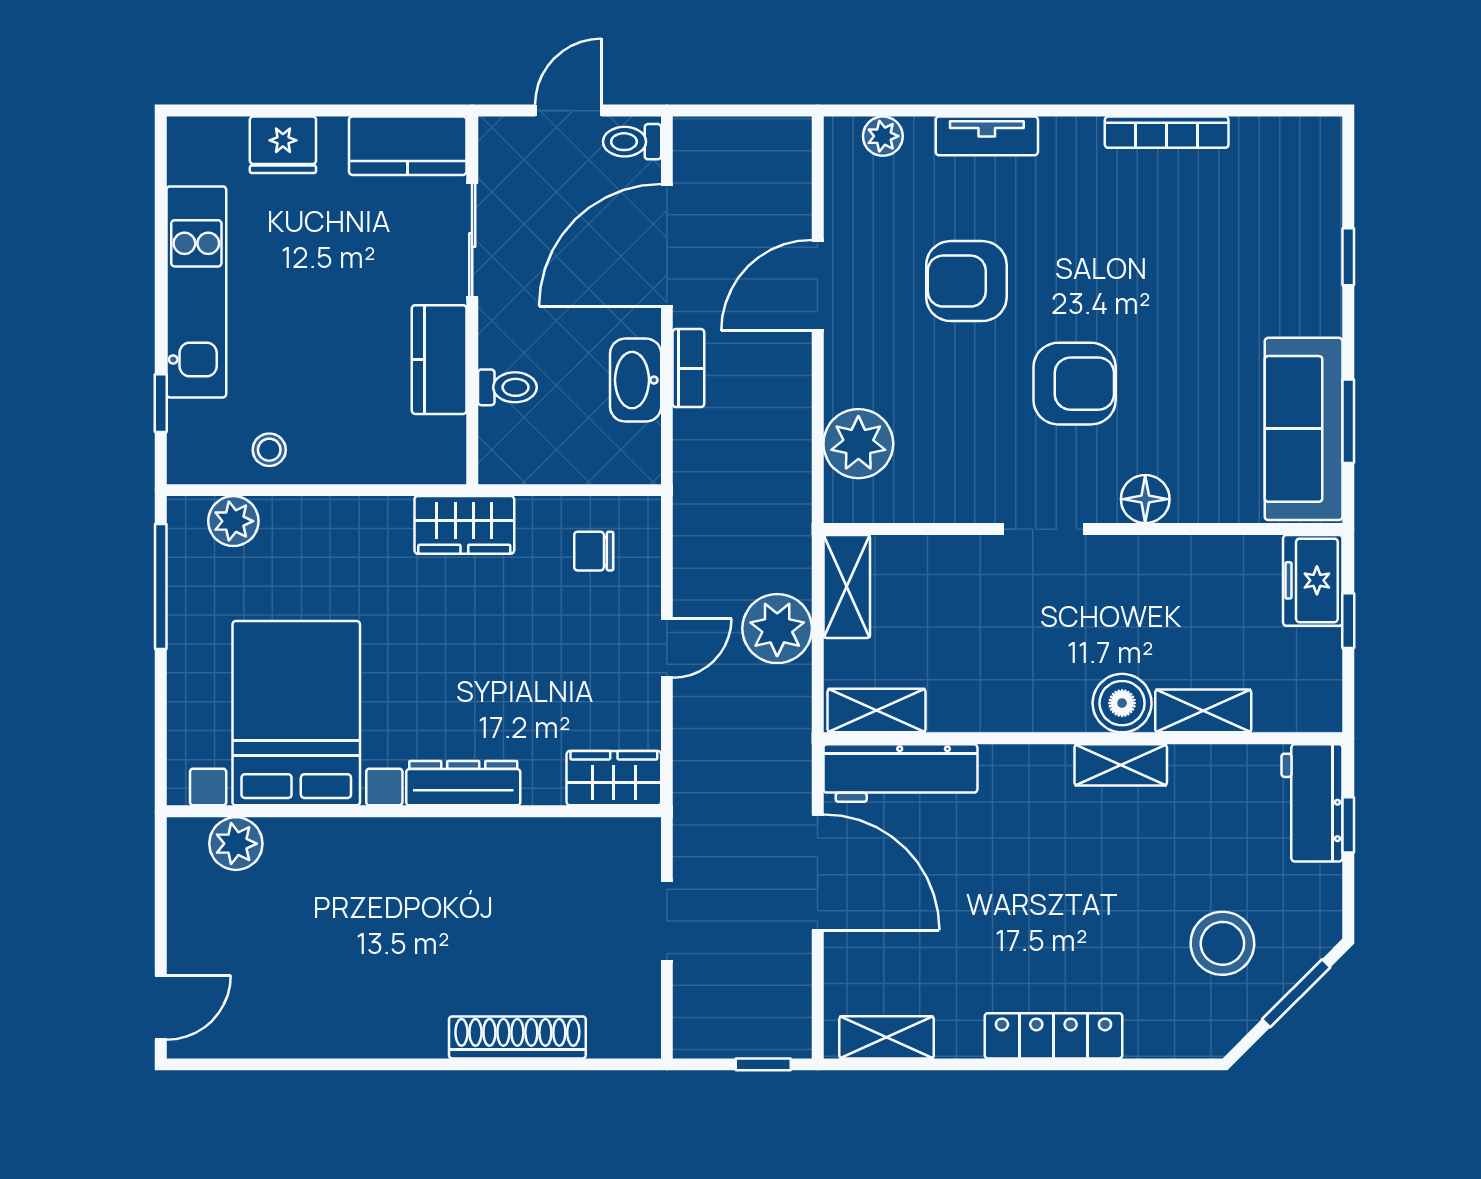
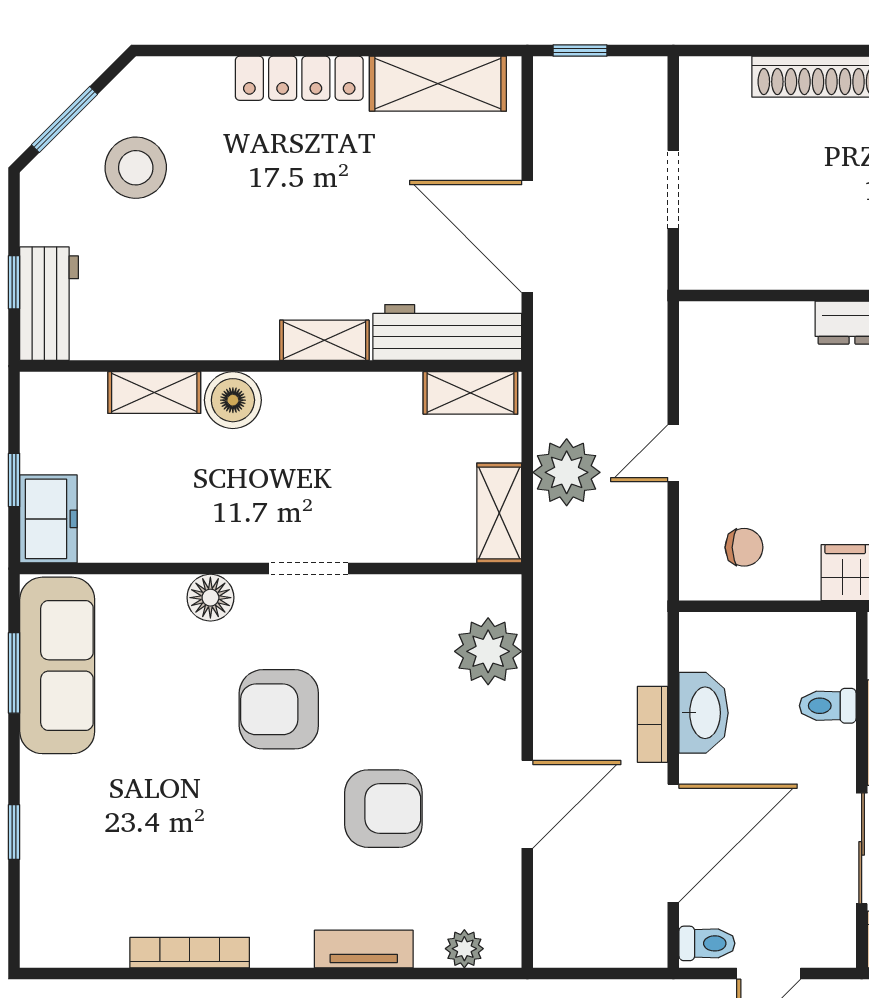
shelving: (1121, 765) -> (324, 340), moved
wardrobe: (614, 778) -> (725, 328), removed
shelving: (887, 1037) -> (438, 84), width x1.50, depth x1.33

